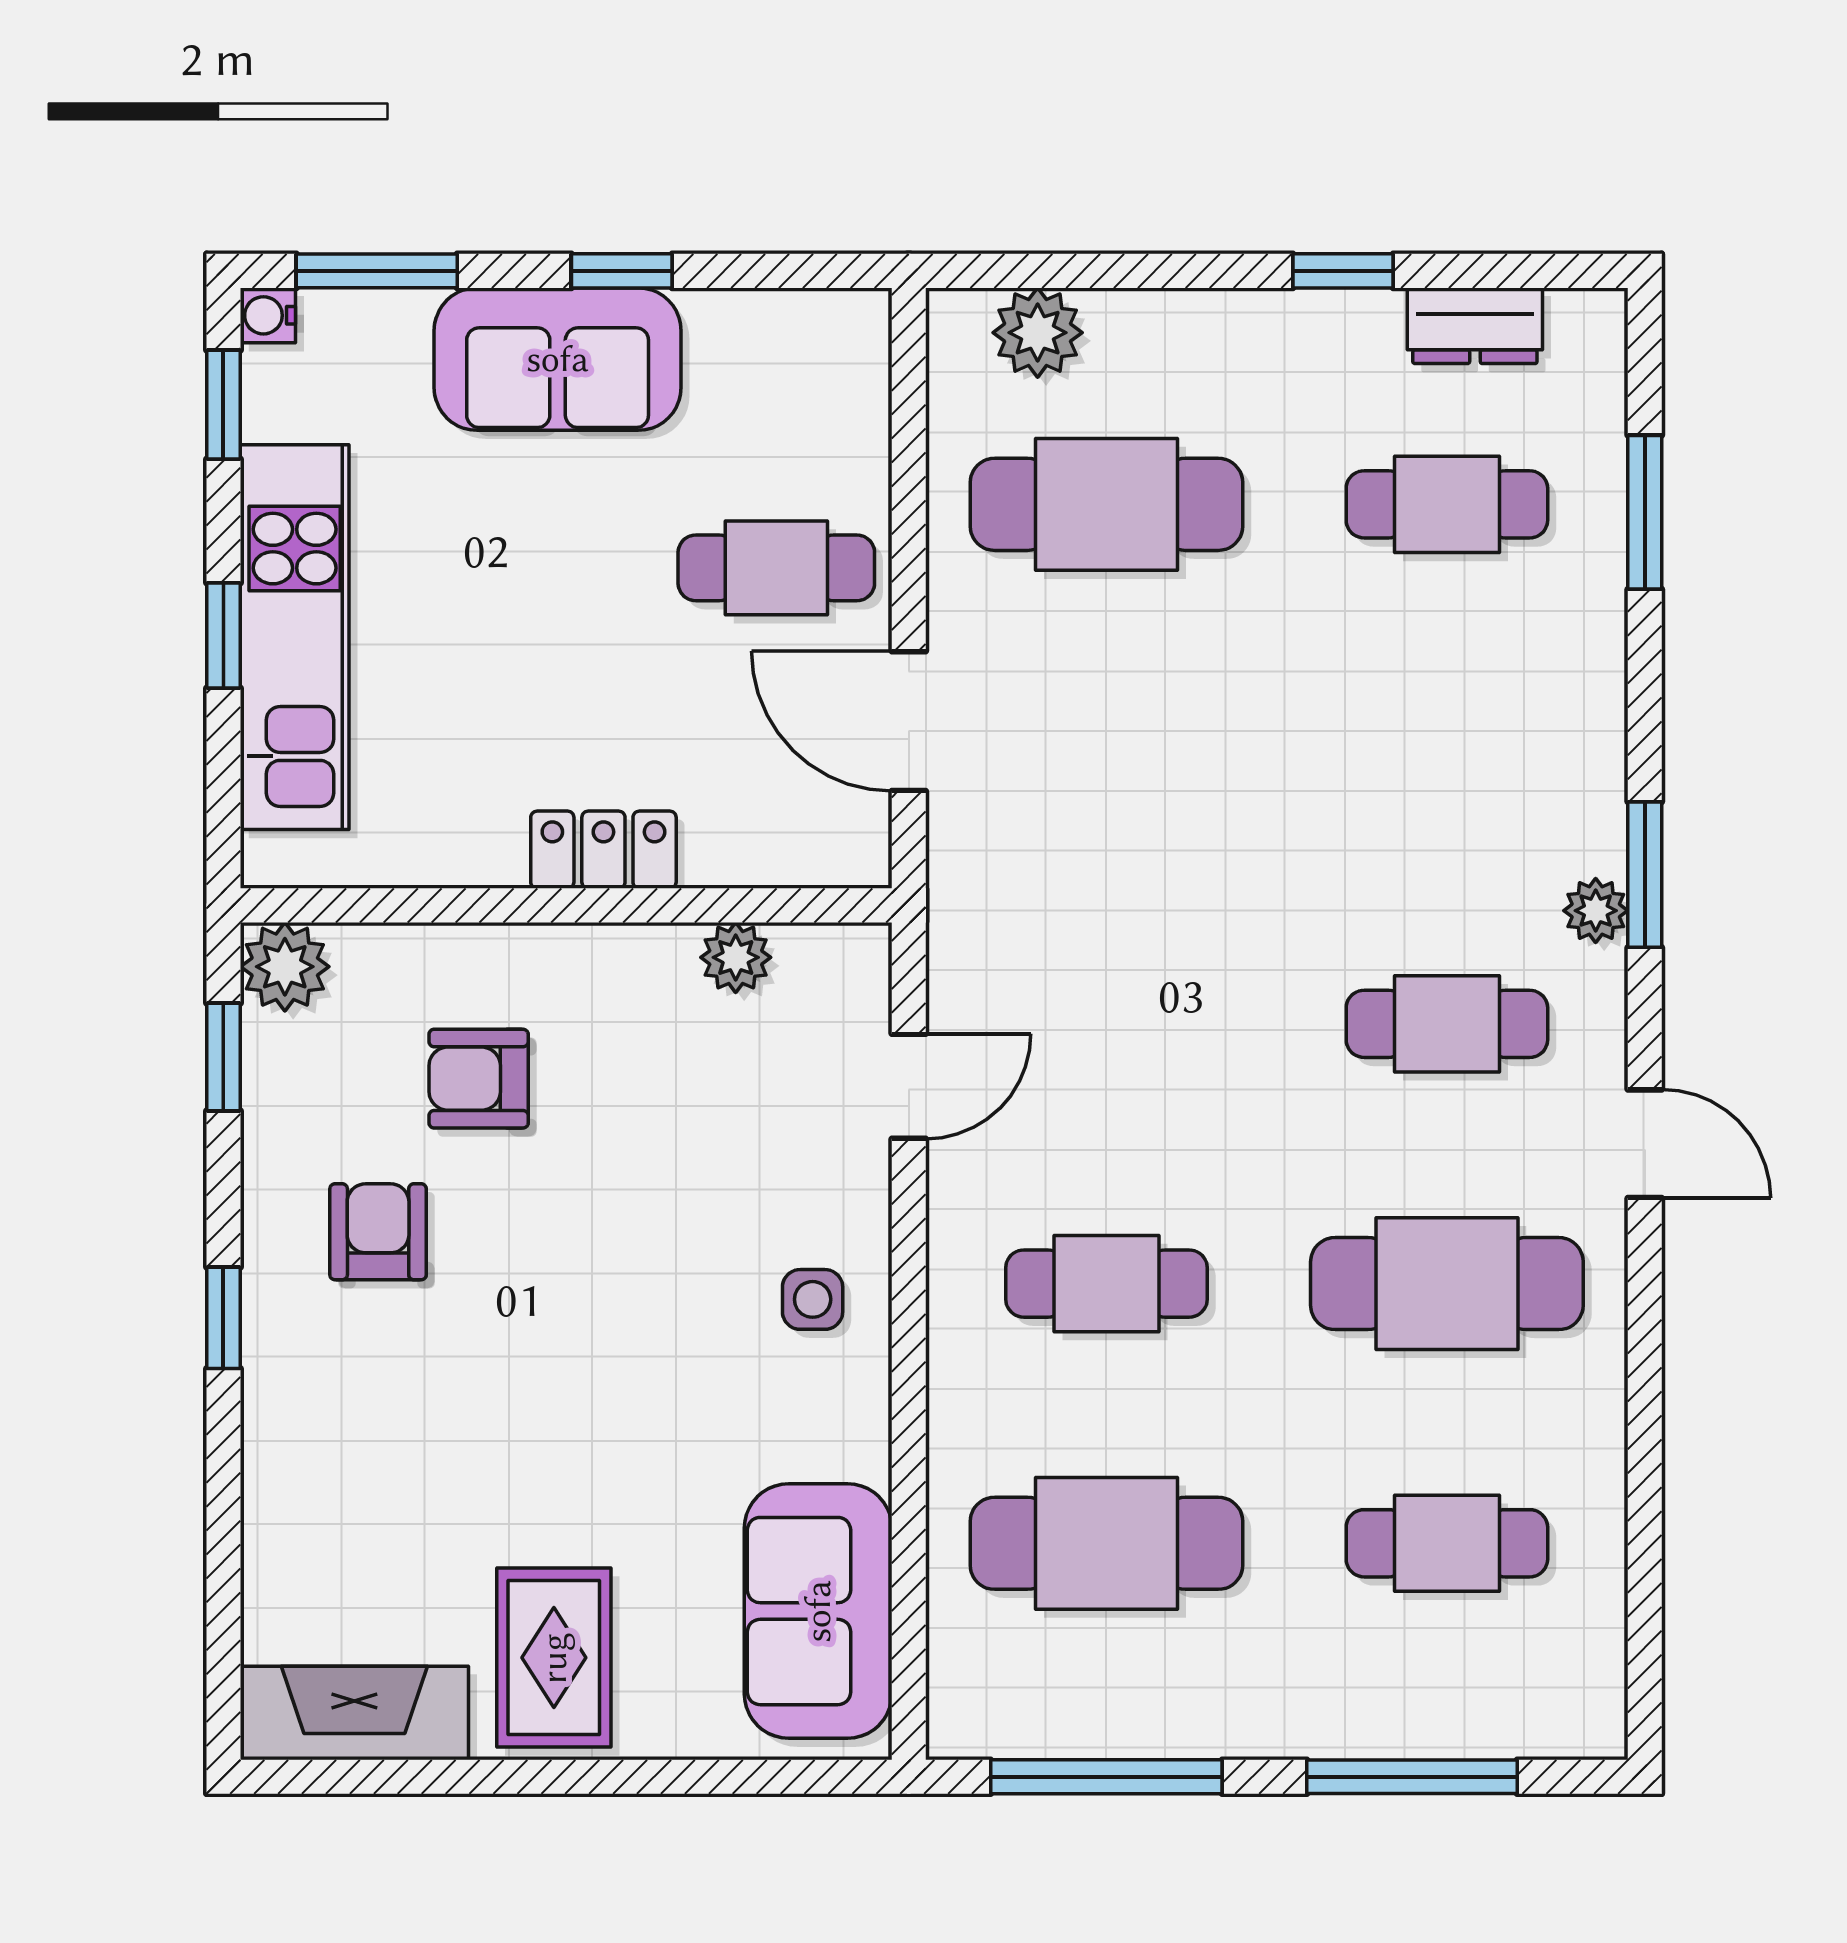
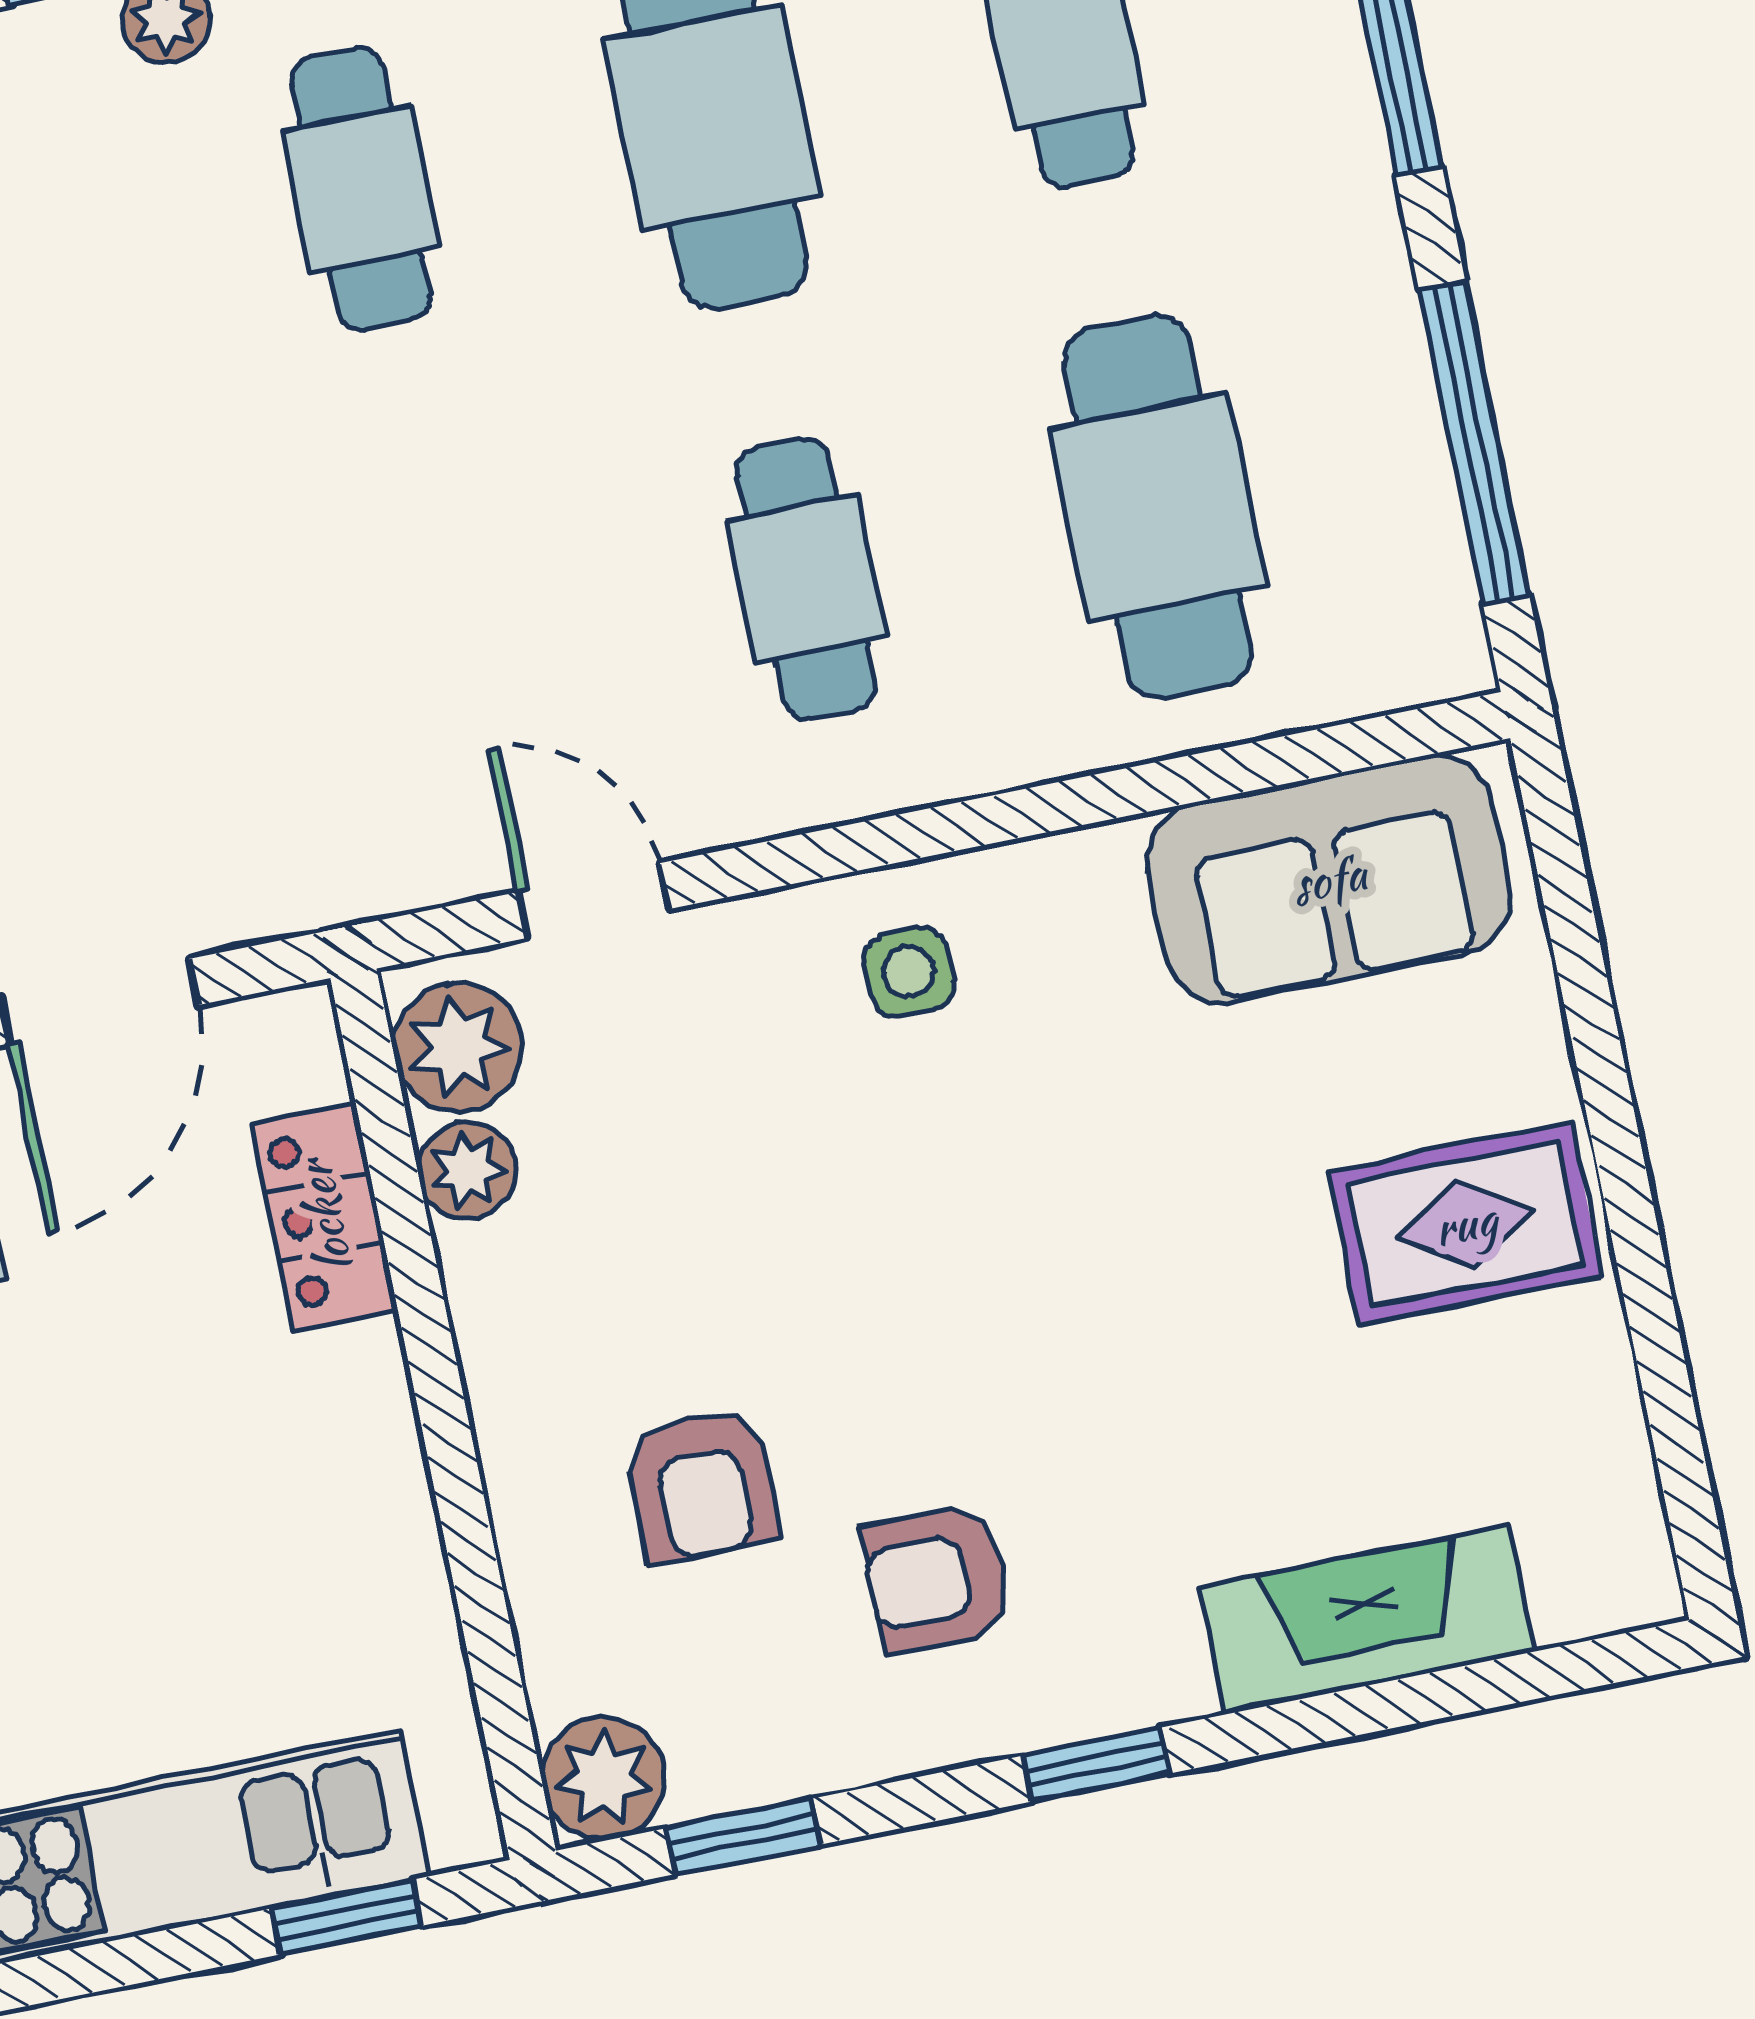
window: (223, 635) -> (347, 1917), moved
locker: (603, 850) -> (324, 1217), moved
plant: (824, 969) -> (458, 1047), added
fireplace: (354, 1713) -> (1367, 1619), moved, turned 90

